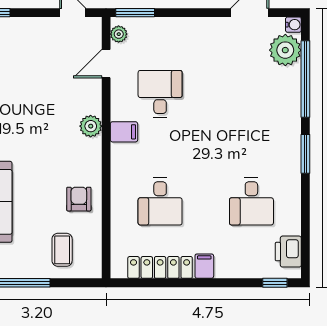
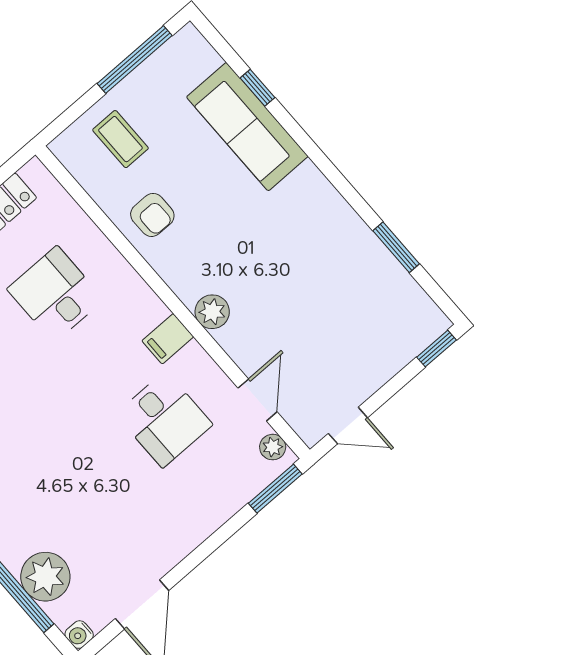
plant: (285, 50) -> (45, 577), moved

